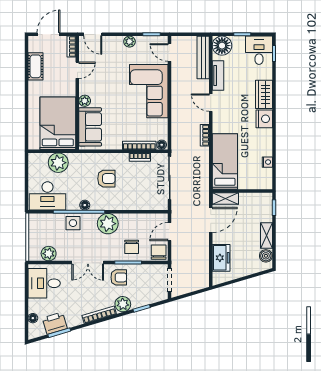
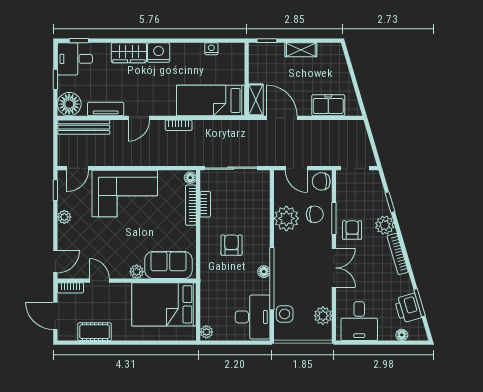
plant: (58, 163) -> (206, 332), moved, width x0.53, depth x0.53
side table: (73, 223) -> (285, 314), moved
plant: (108, 224) -> (286, 218), moved
boiler: (266, 256) -> (326, 50), removed

